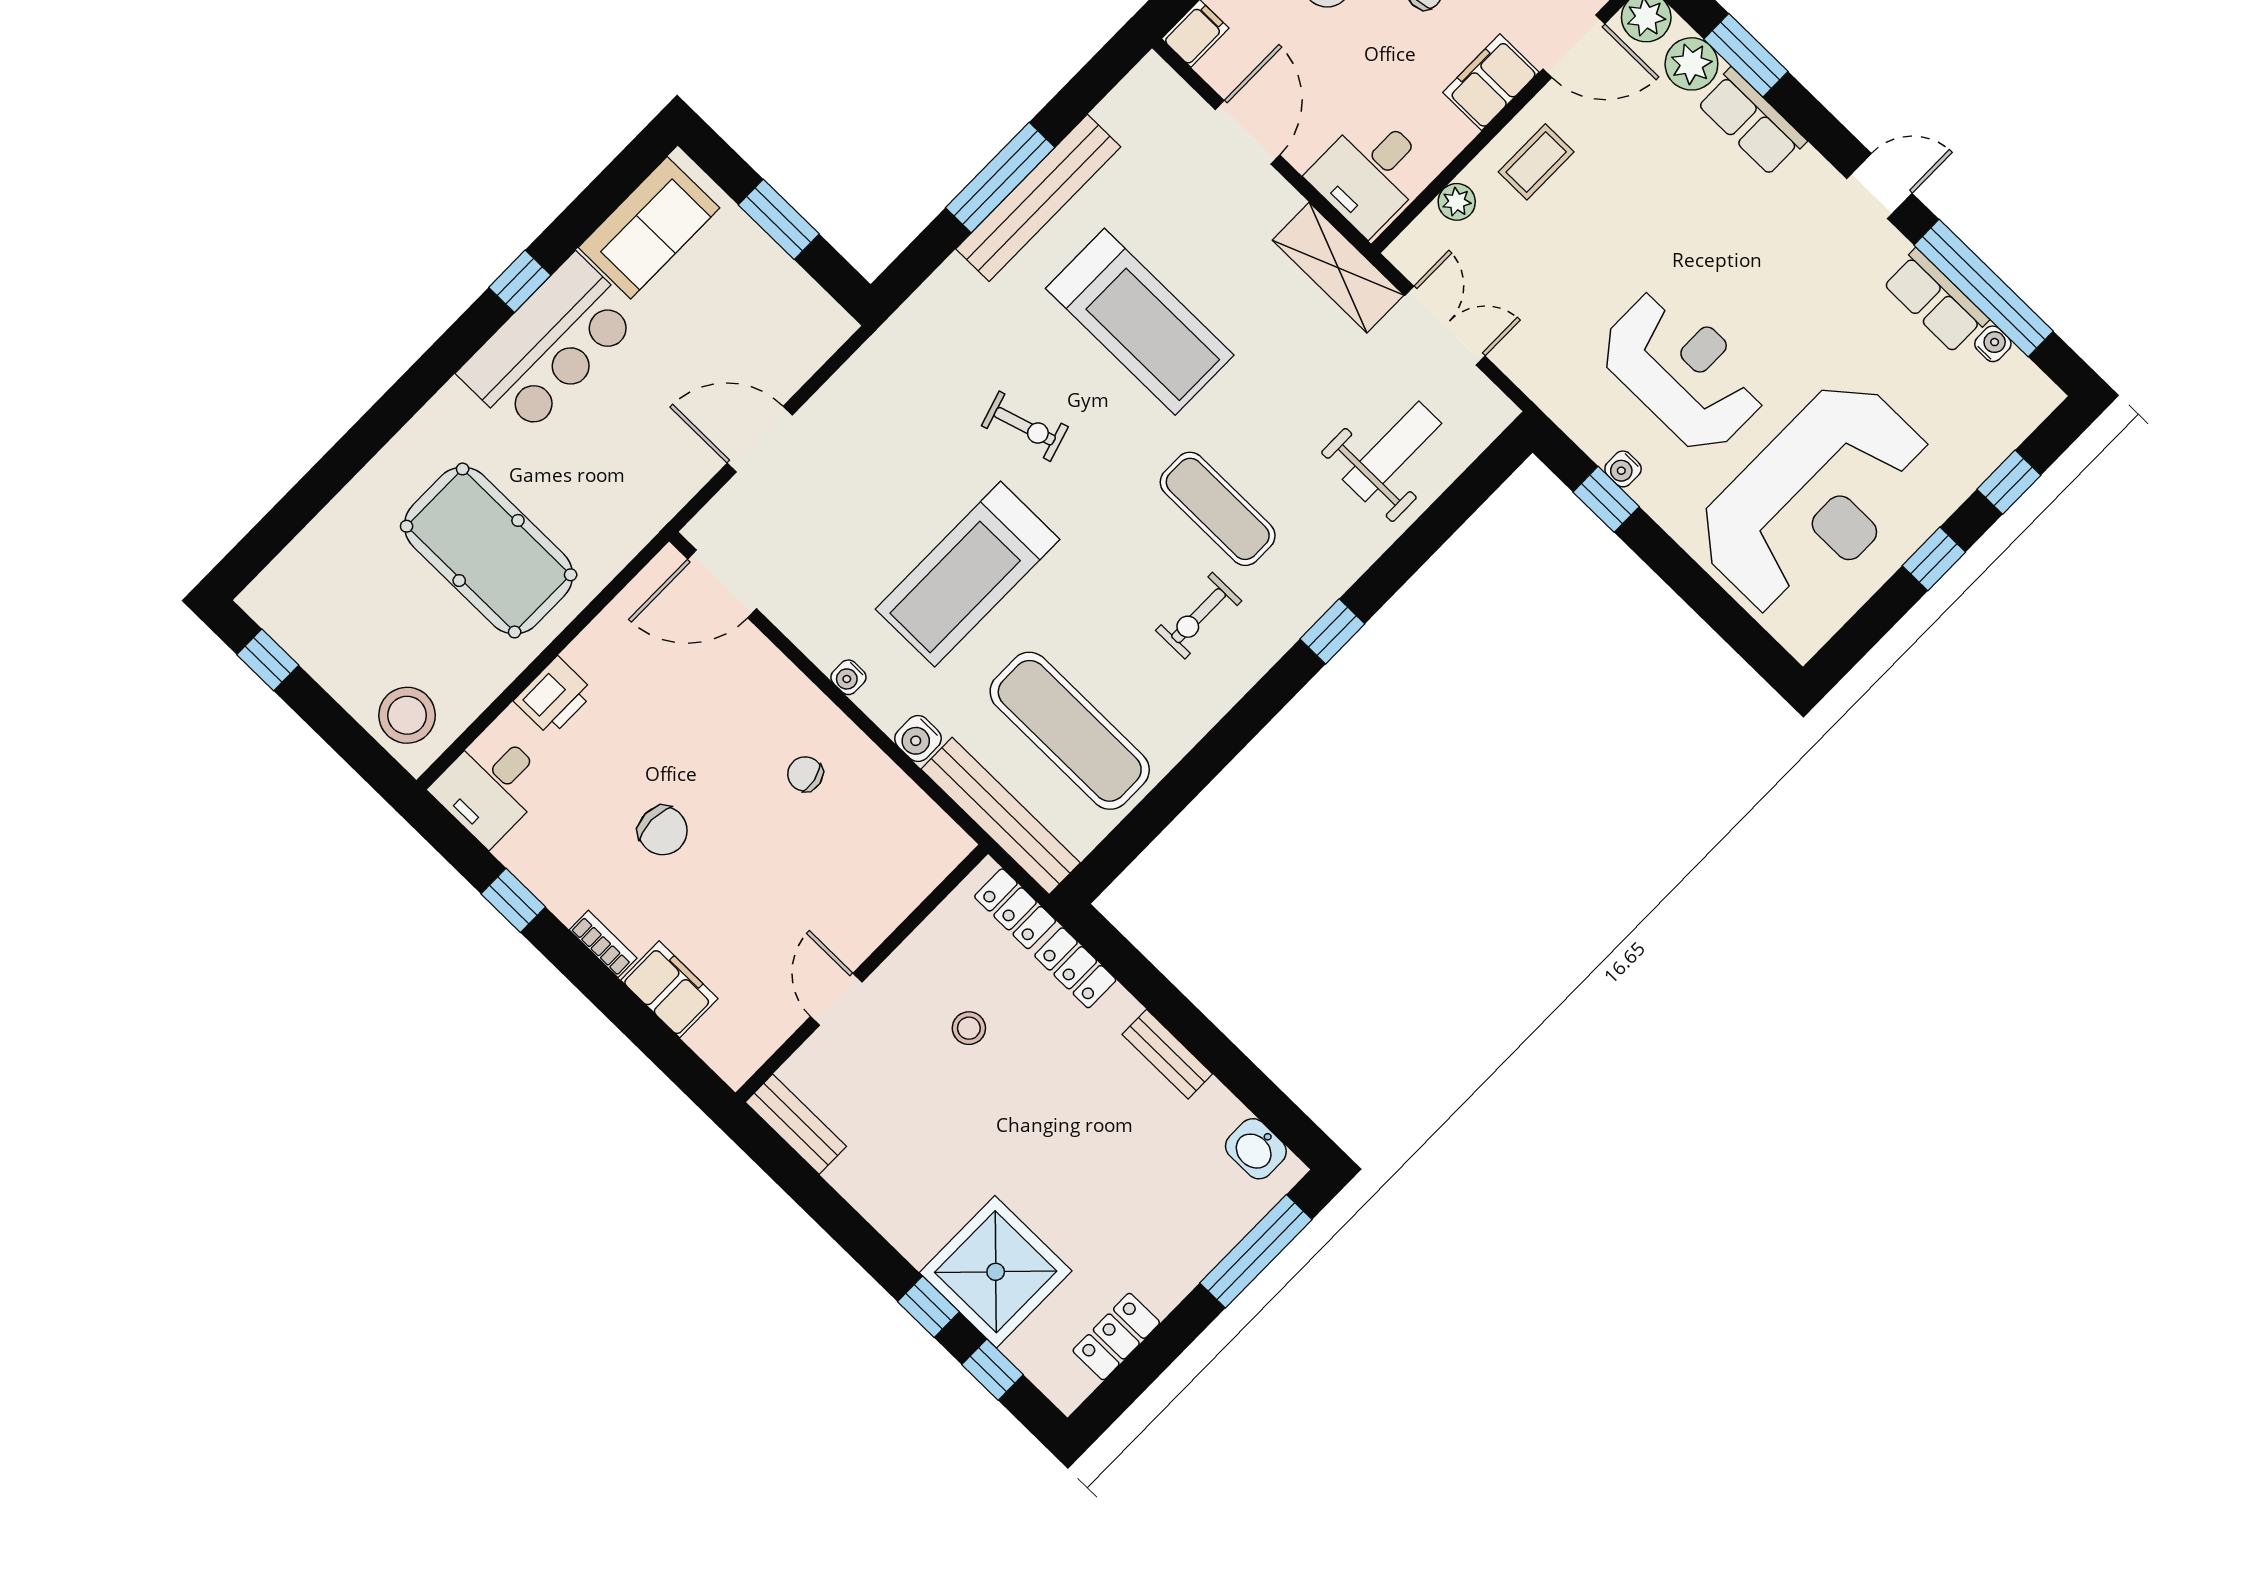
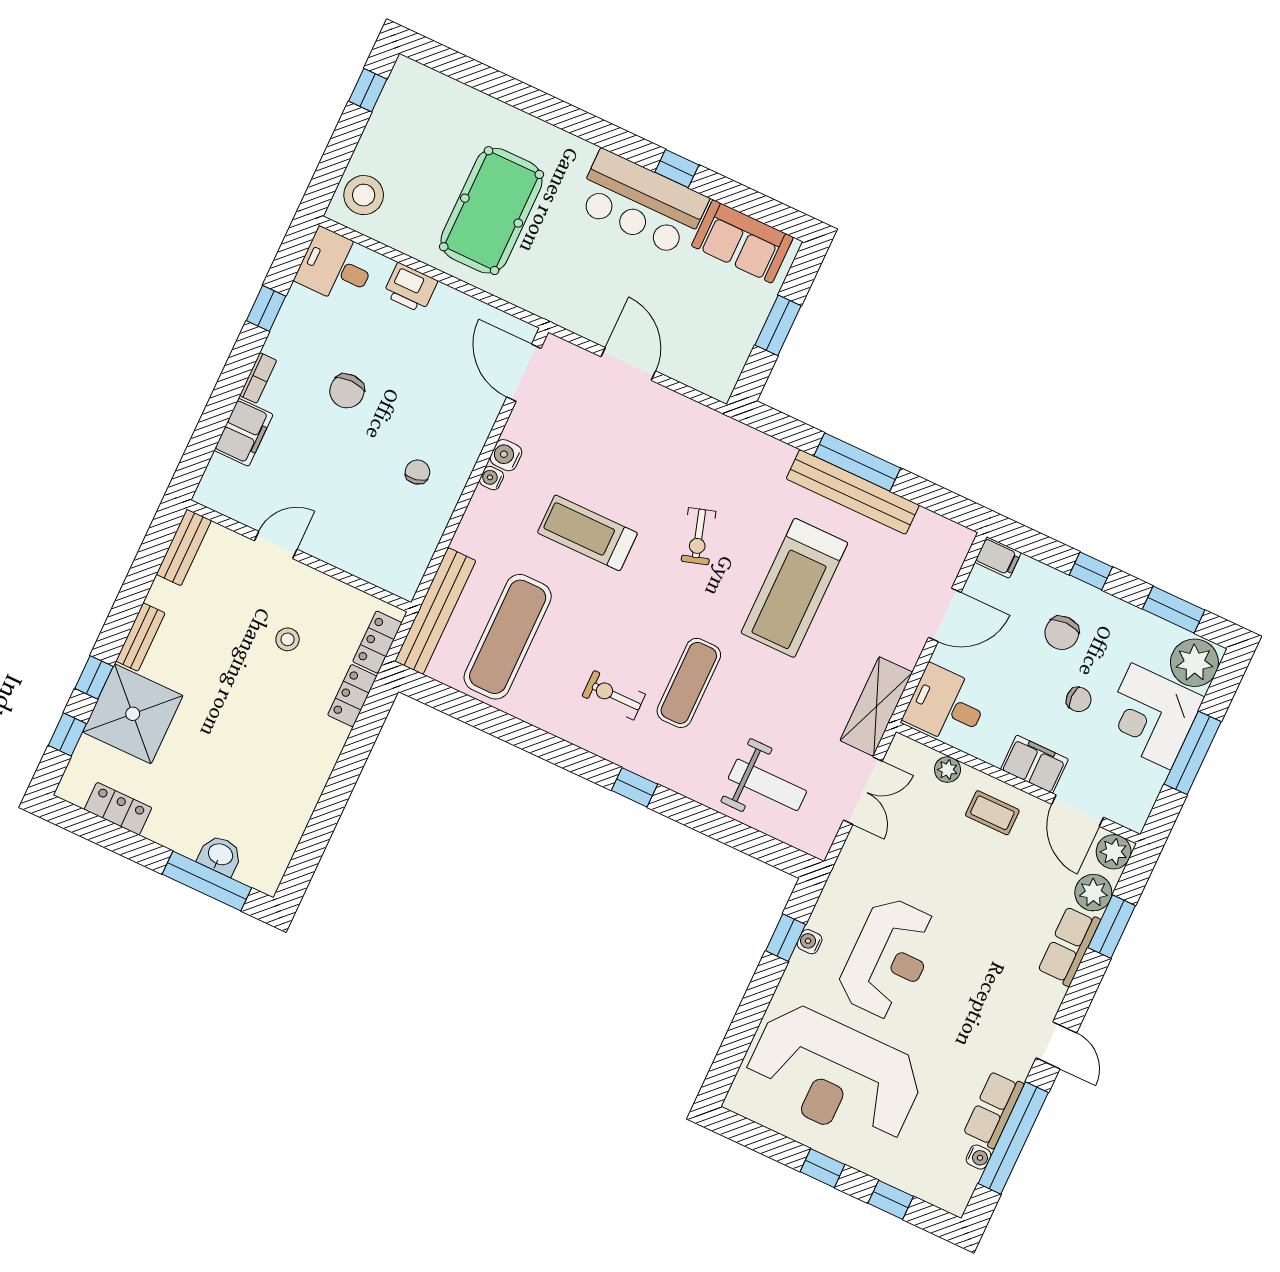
treadmill: (968, 574) -> (587, 533), width x0.73, depth x0.73
water cooler: (918, 739) -> (506, 455), moved
bench: (1167, 1054) -> (140, 637), moved
washbasin: (1256, 1149) -> (220, 855), moved, turned 90

